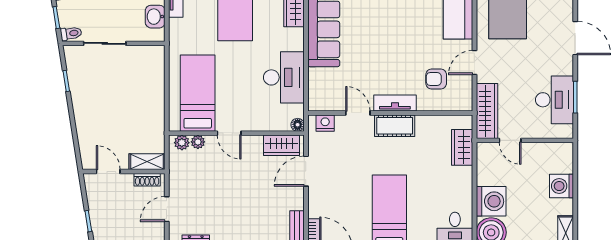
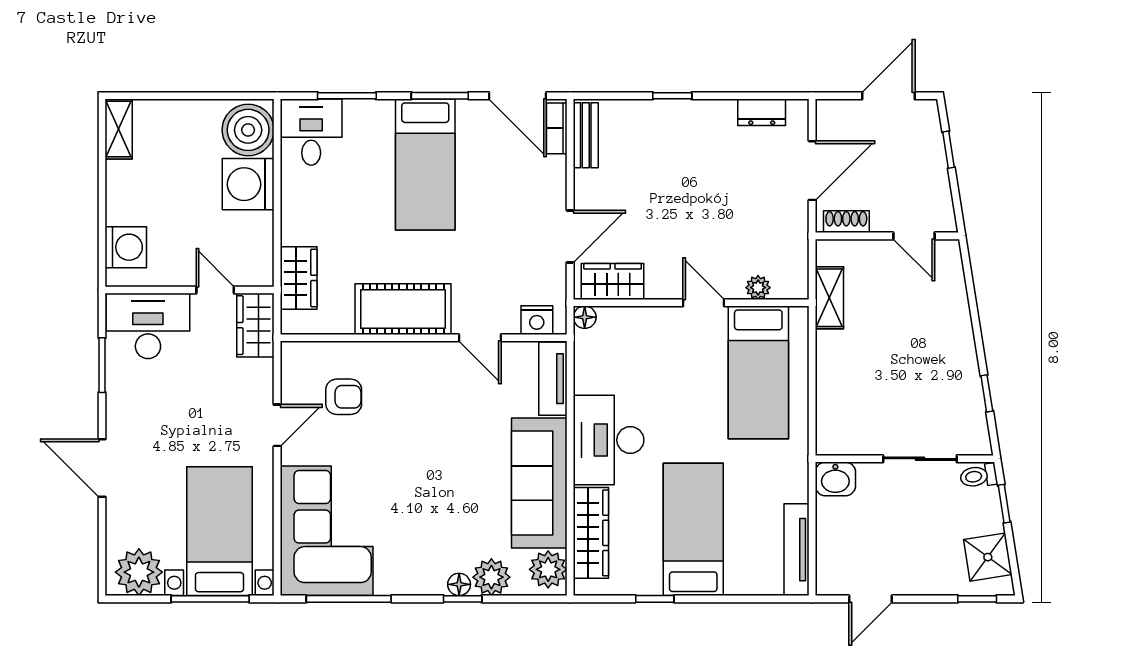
washbasin: (155, 17) -> (835, 479), moved, turned 90
desk: (284, 77) -> (609, 440), moved
desk: (554, 100) -> (148, 326), moved, turned 90
tv unit: (395, 103) -> (553, 379), moved, turned 90
wardrobe: (487, 111) -> (255, 325), width x0.67
cot: (395, 126) -> (403, 309), width x1.37, depth x1.34
plant: (182, 143) -> (786, 286), removed
shelving: (147, 162) -> (829, 298), moved, turned 90
washing machine: (562, 186) -> (126, 247), moved
door: (167, 209) -> (812, 171), width x1.38

